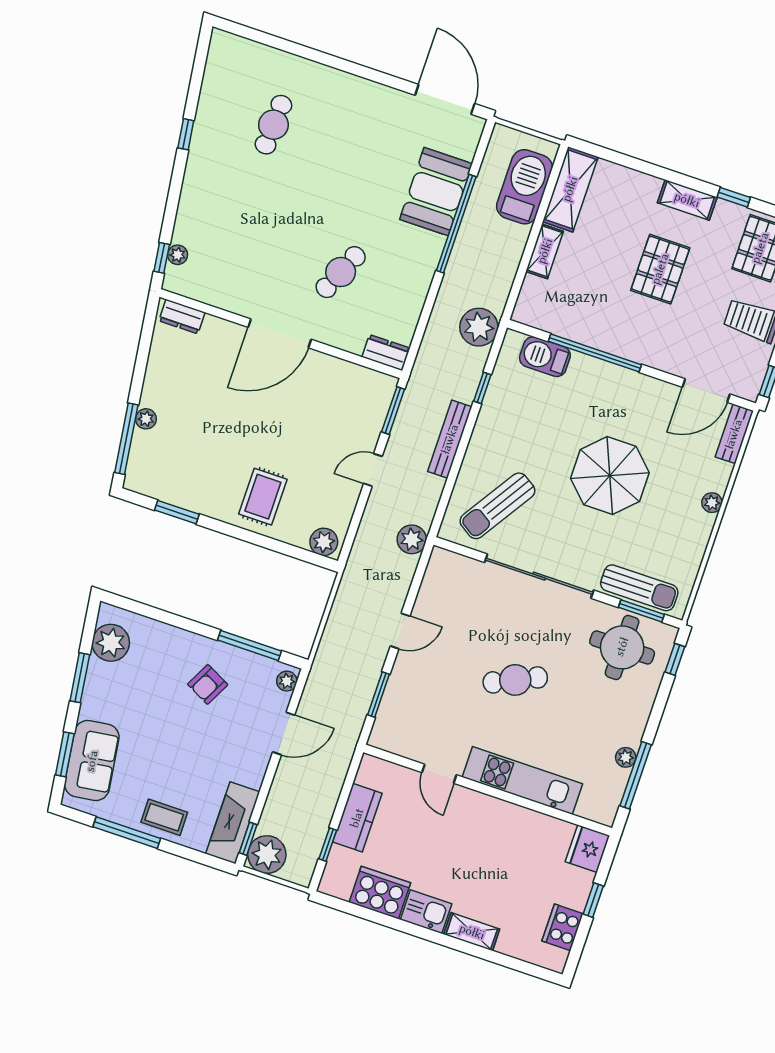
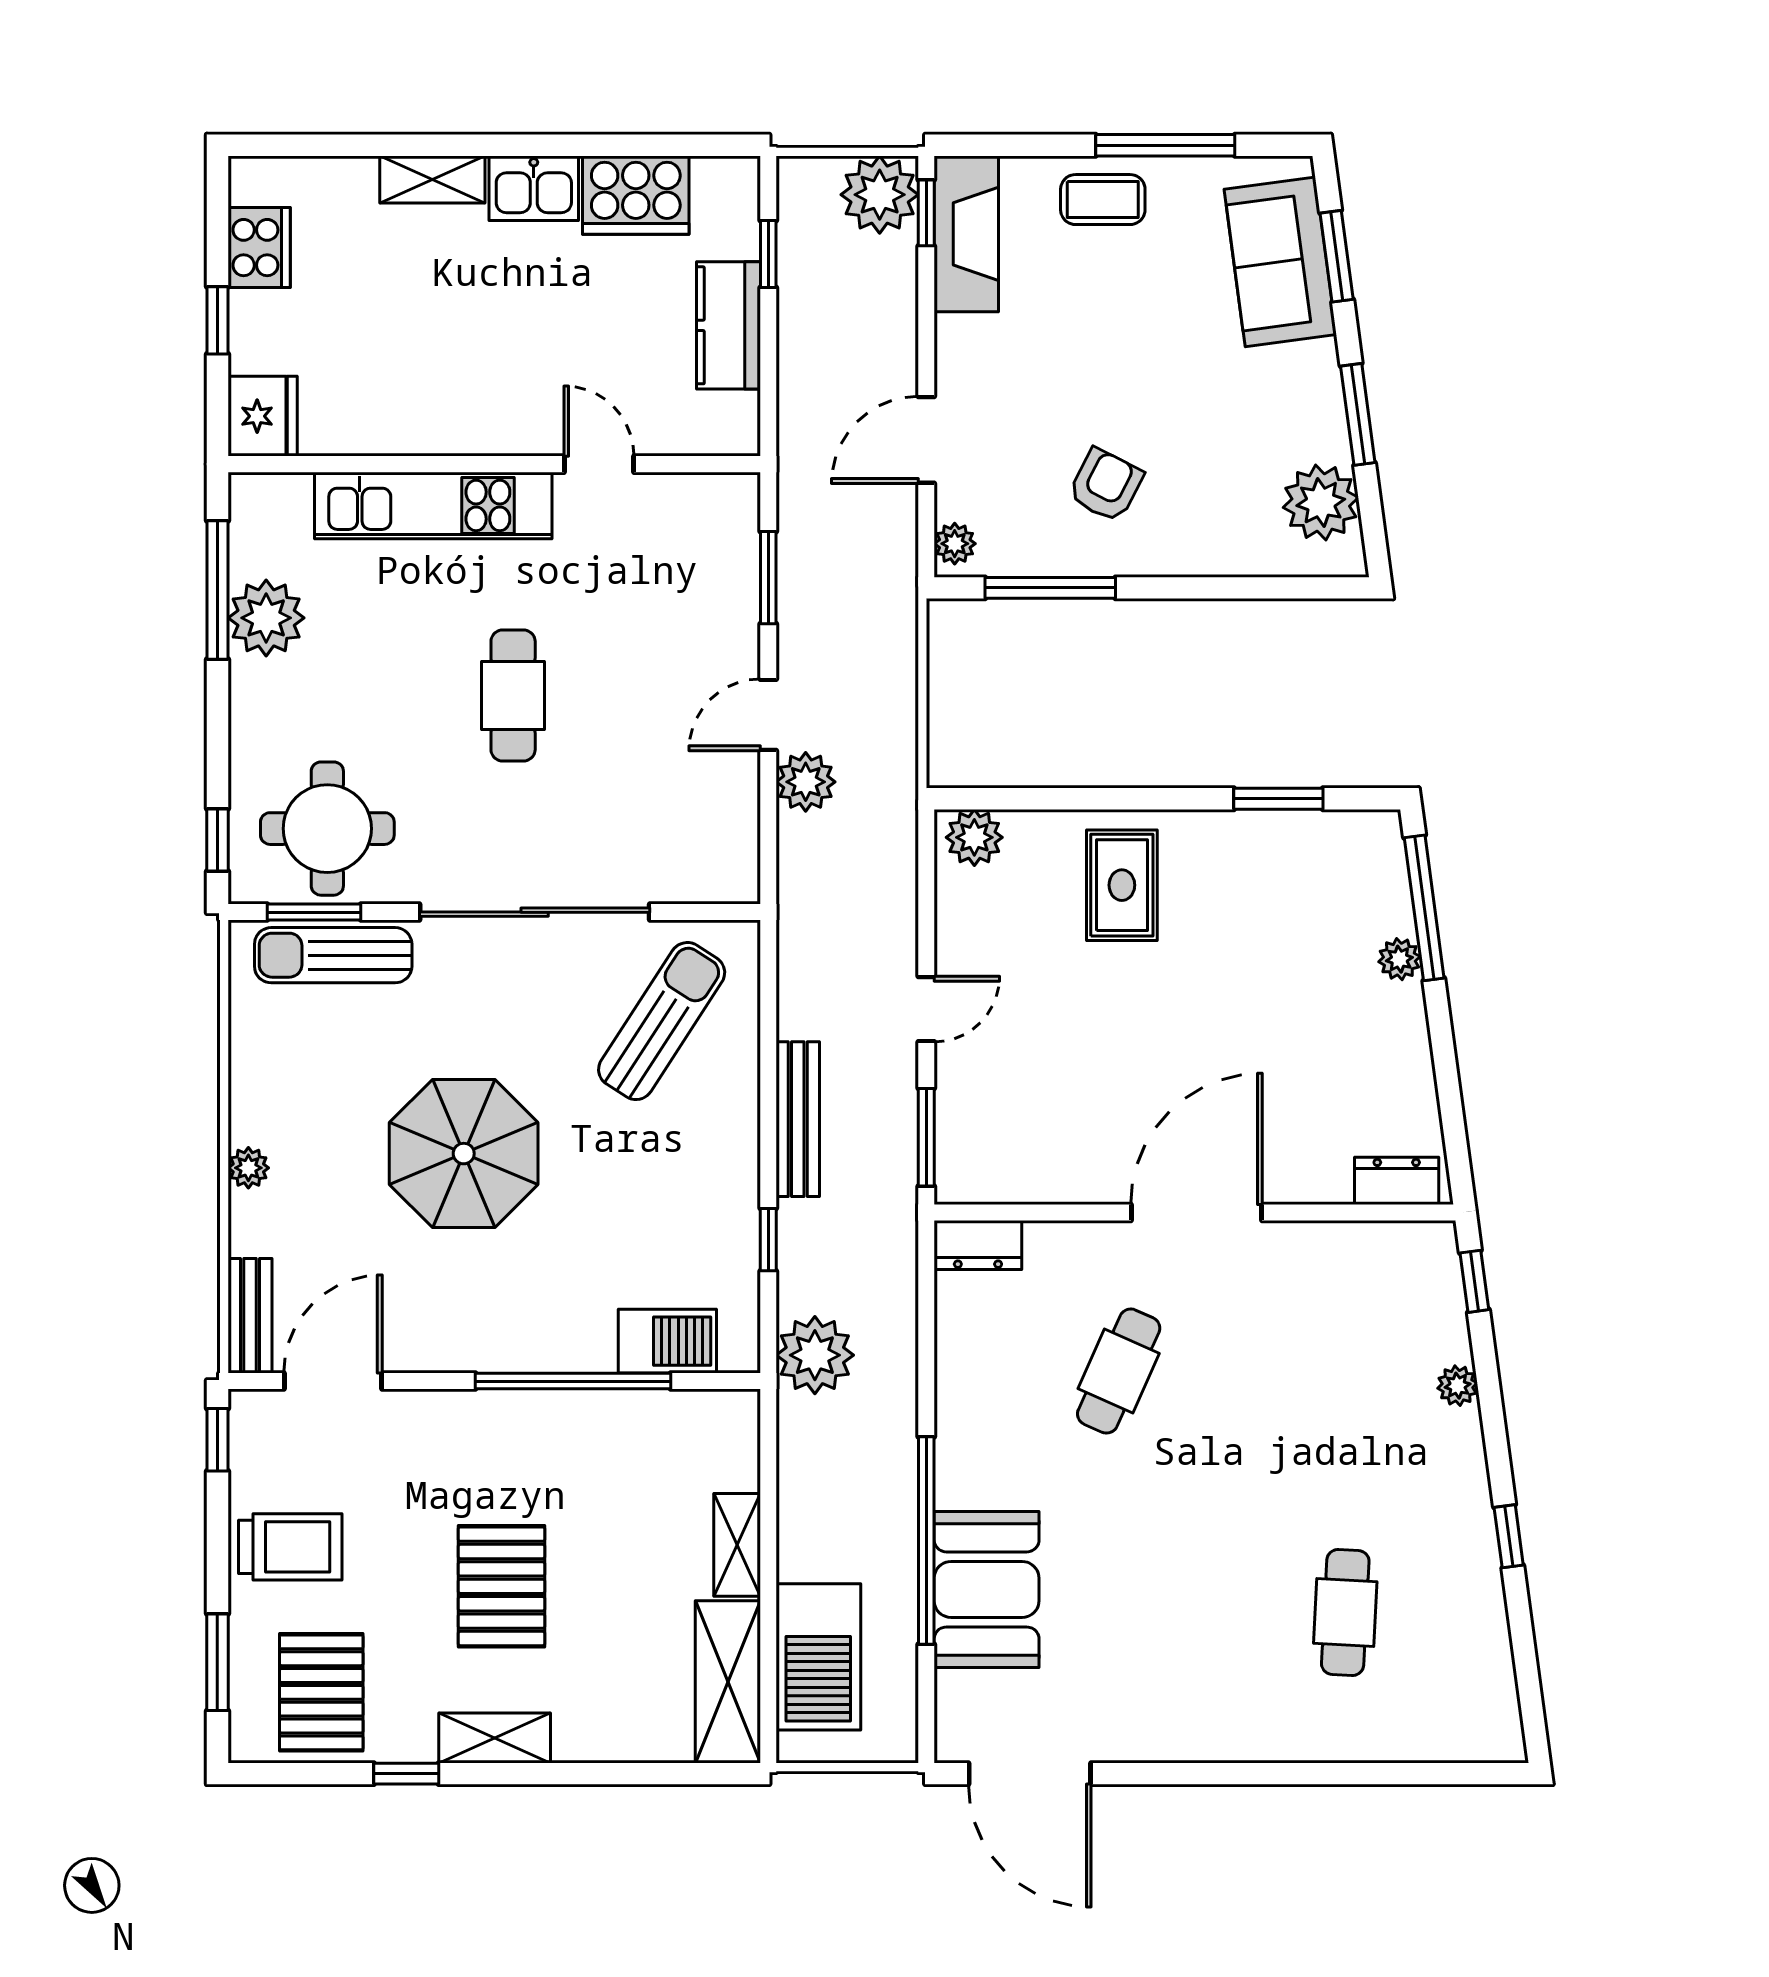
plant: (178, 255) -> (1458, 1386), moved
plant: (412, 539) -> (806, 782), moved
cafe table: (515, 680) -> (513, 695), turned -65
plant: (626, 757) -> (266, 618), width x1.87, depth x1.87

